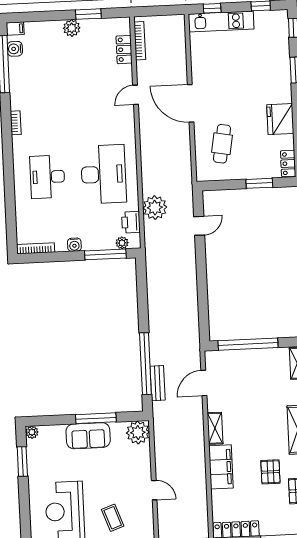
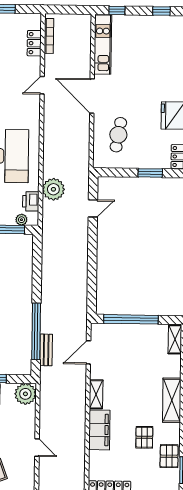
kitchen unit: (221, 22) -> (103, 45), moved, turned -90

